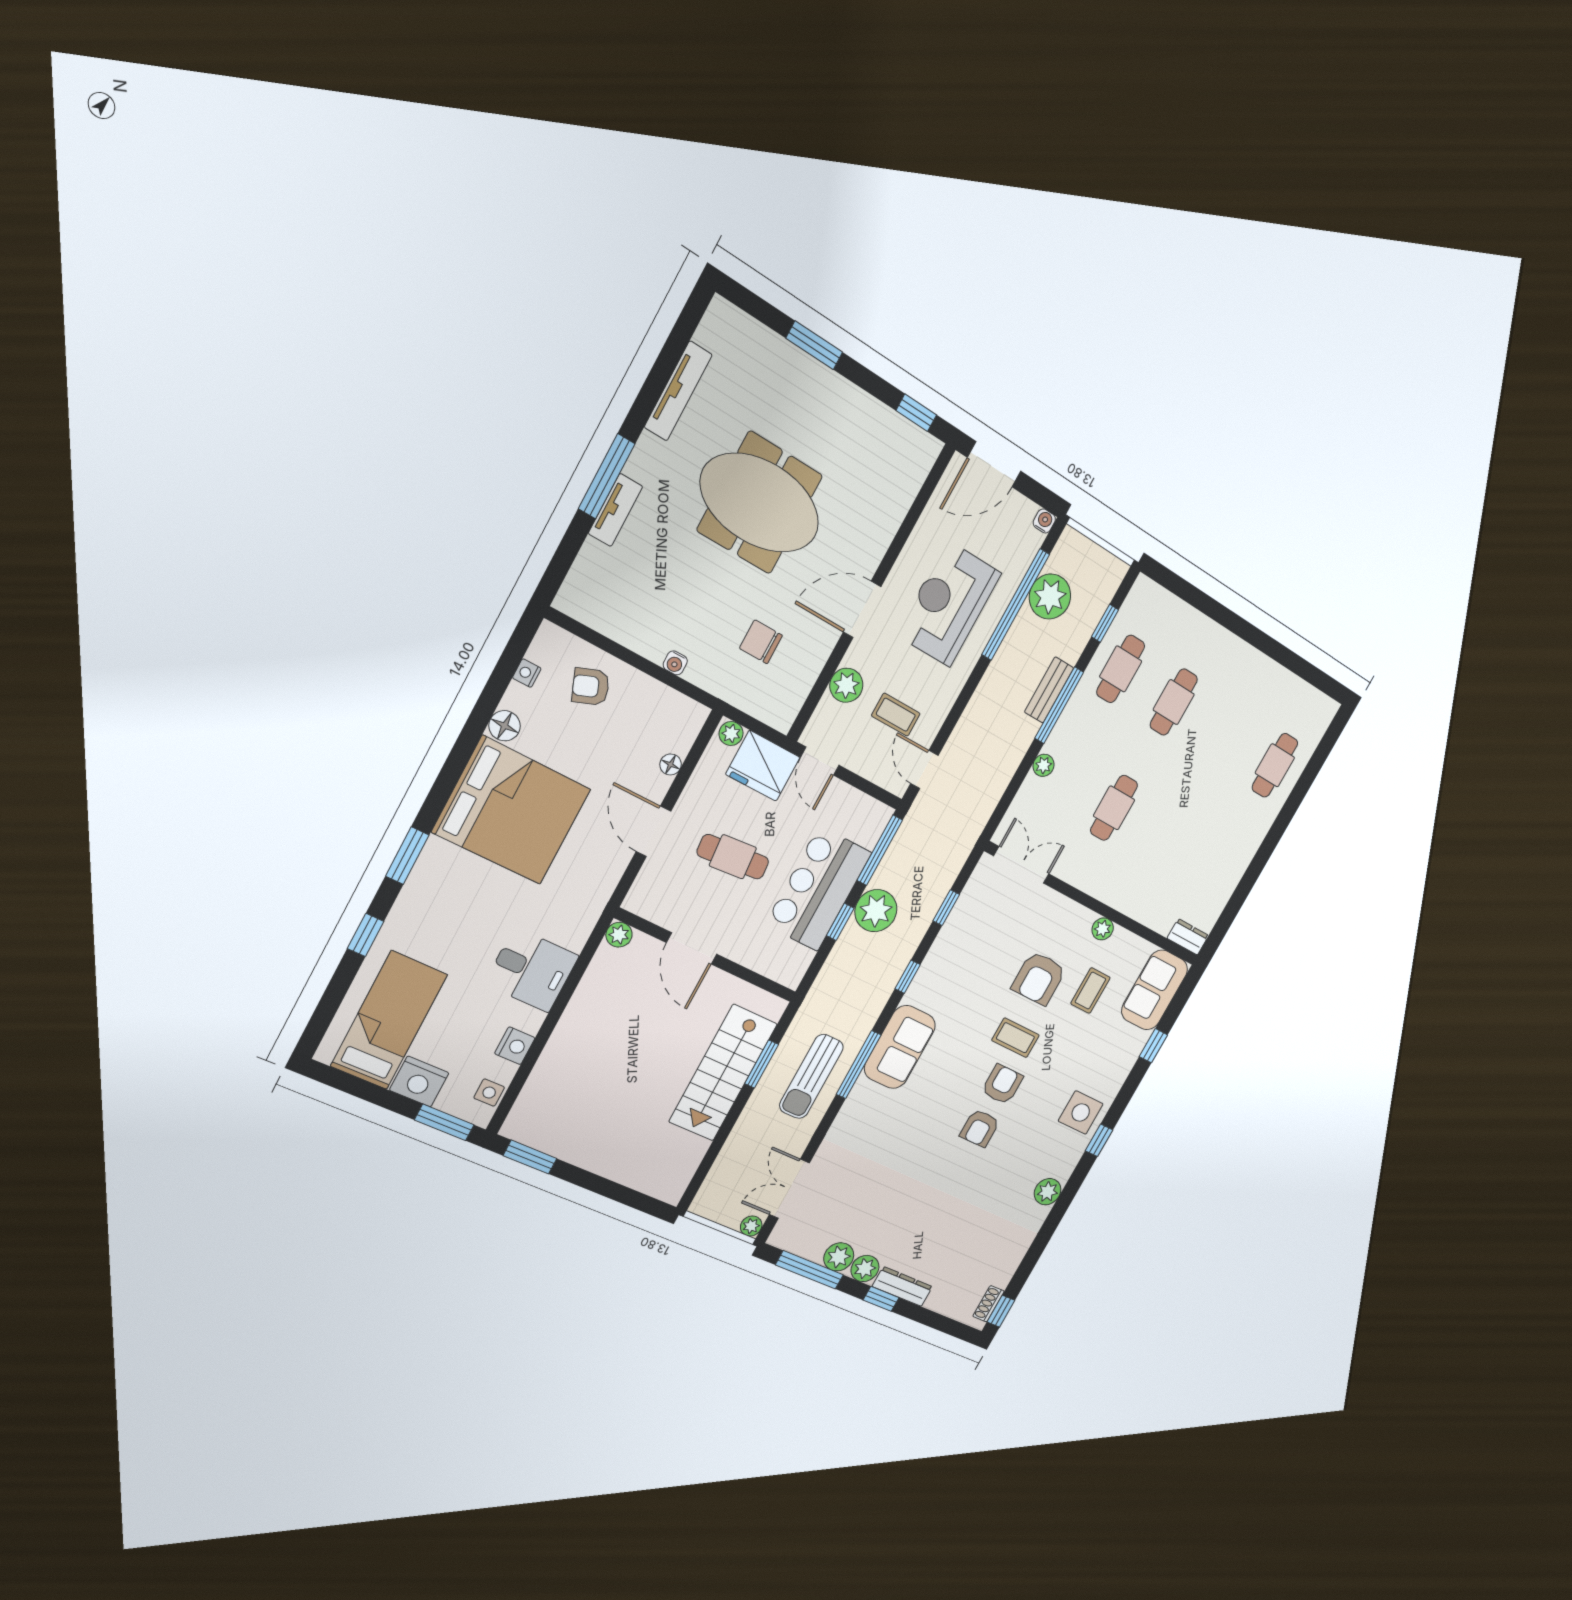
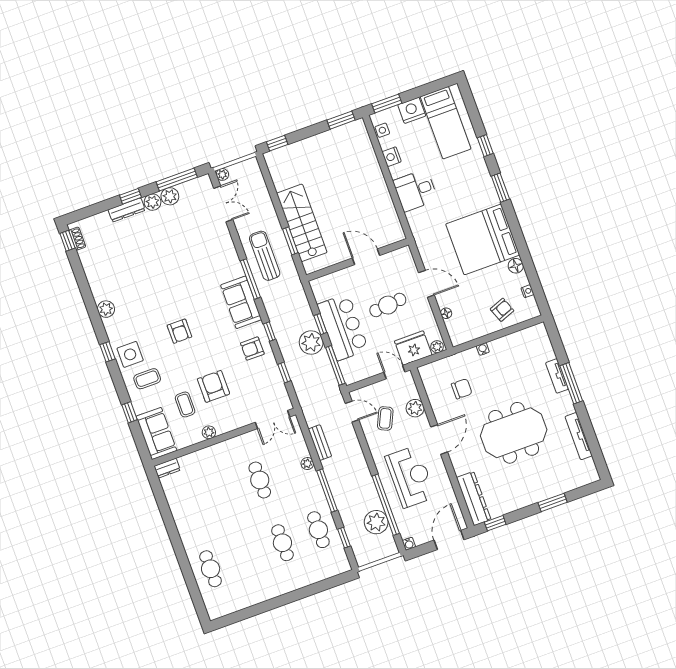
dresser: (906, 479) -> (474, 499), added
bench: (1049, 690) -> (320, 443), moved
coffee table: (896, 715) -> (385, 418), turned -65
plant: (619, 935) -> (398, 235), removed
coffee table: (1015, 1038) -> (147, 379), moved
armchair: (980, 1128) -> (252, 349), moved, turned -90
window: (643, 1203) -> (277, 143), added

